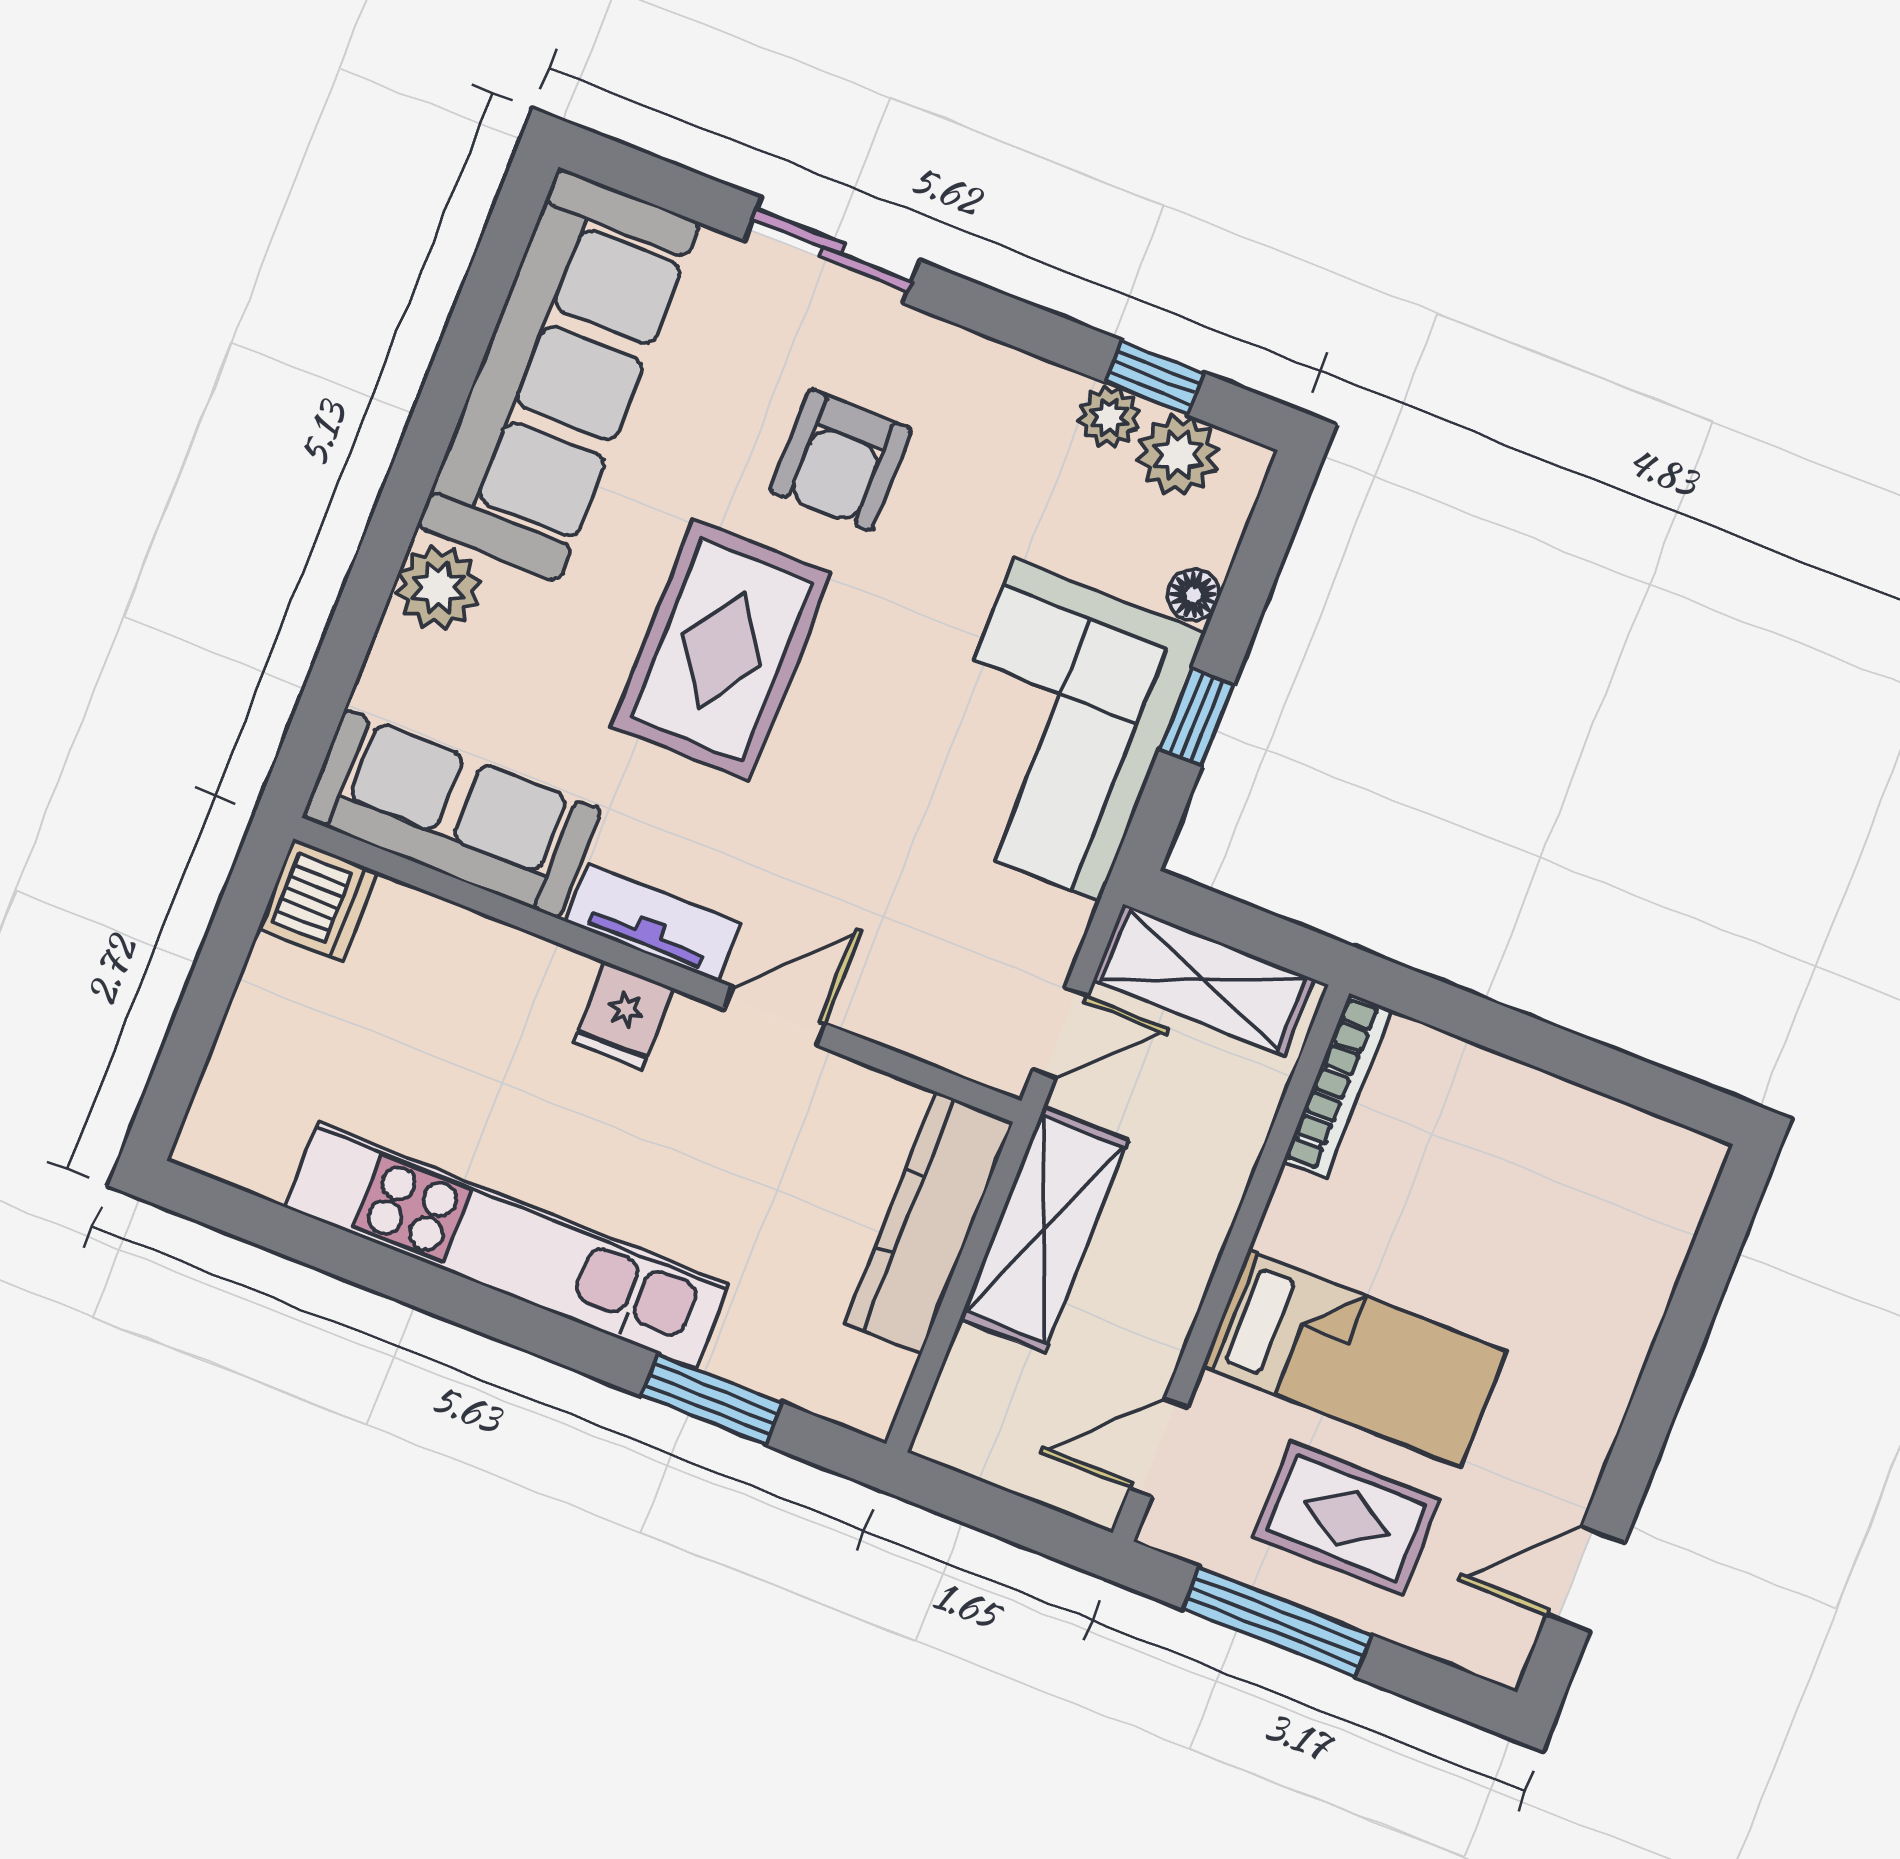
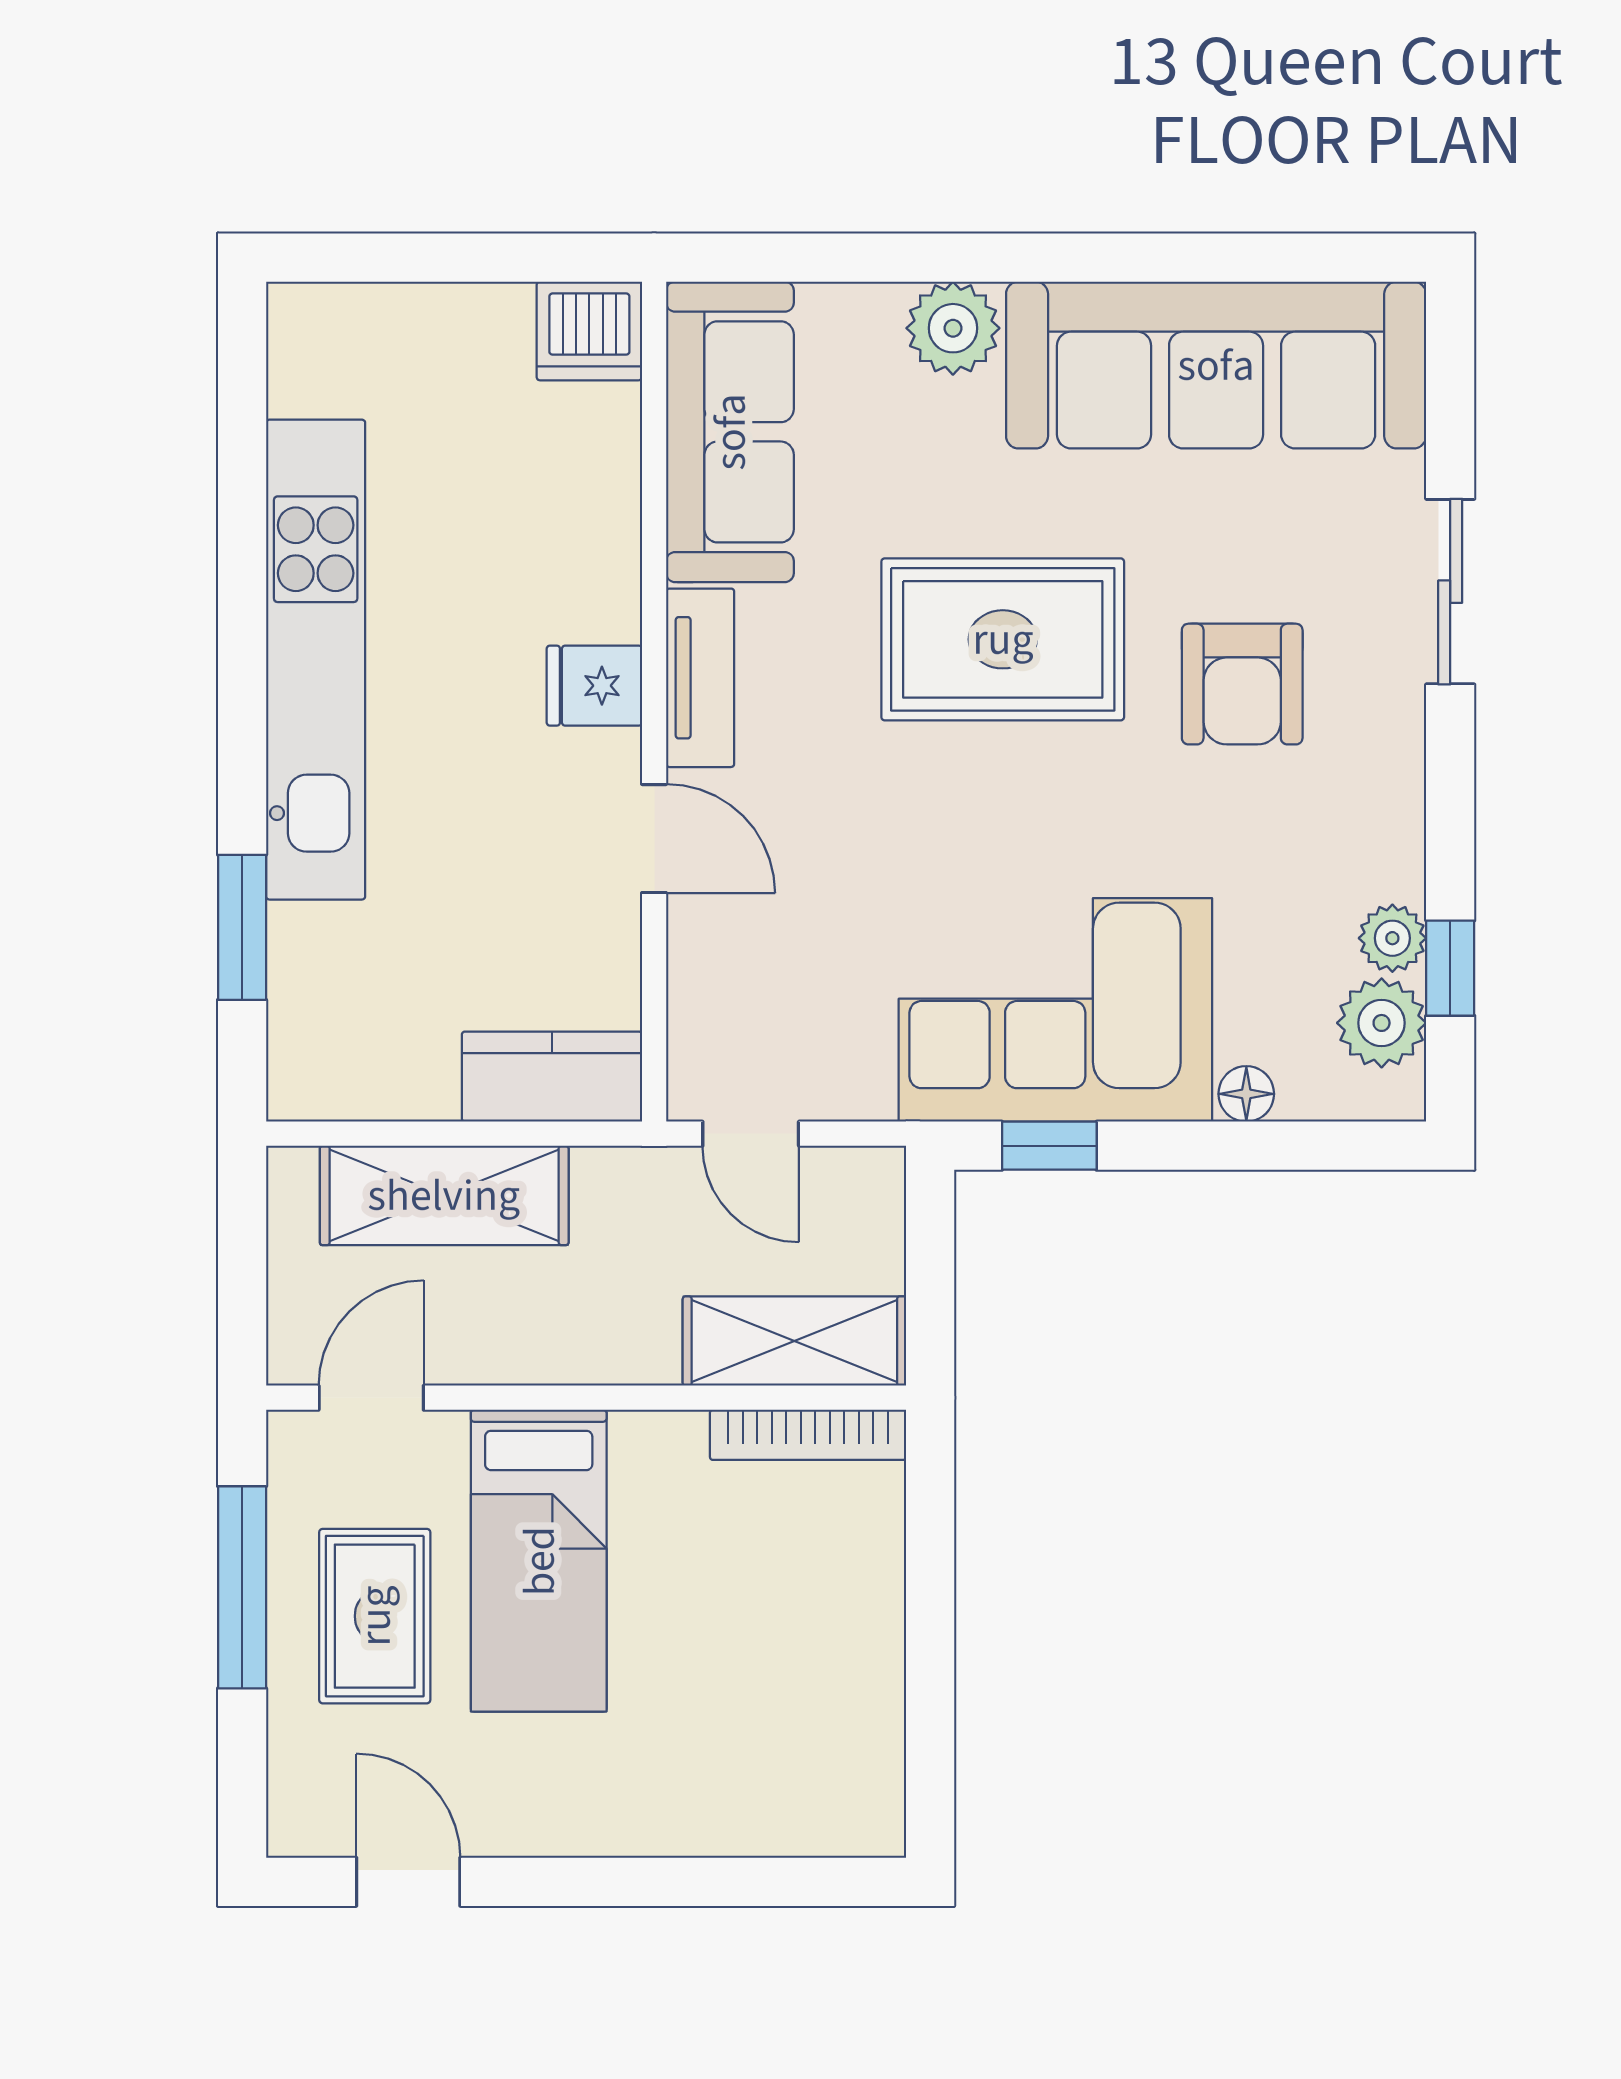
armchair: (841, 460) -> (1242, 684), turned -90
window: (1197, 717) -> (1049, 1146), moved
shelving: (1204, 980) -> (794, 1341), moved, turned 90
kitchen counter: (929, 1223) -> (552, 1077), width x0.67
shelving: (1044, 1229) -> (444, 1195), moved
door: (1158, 1447) -> (371, 1398), hinge flipped

